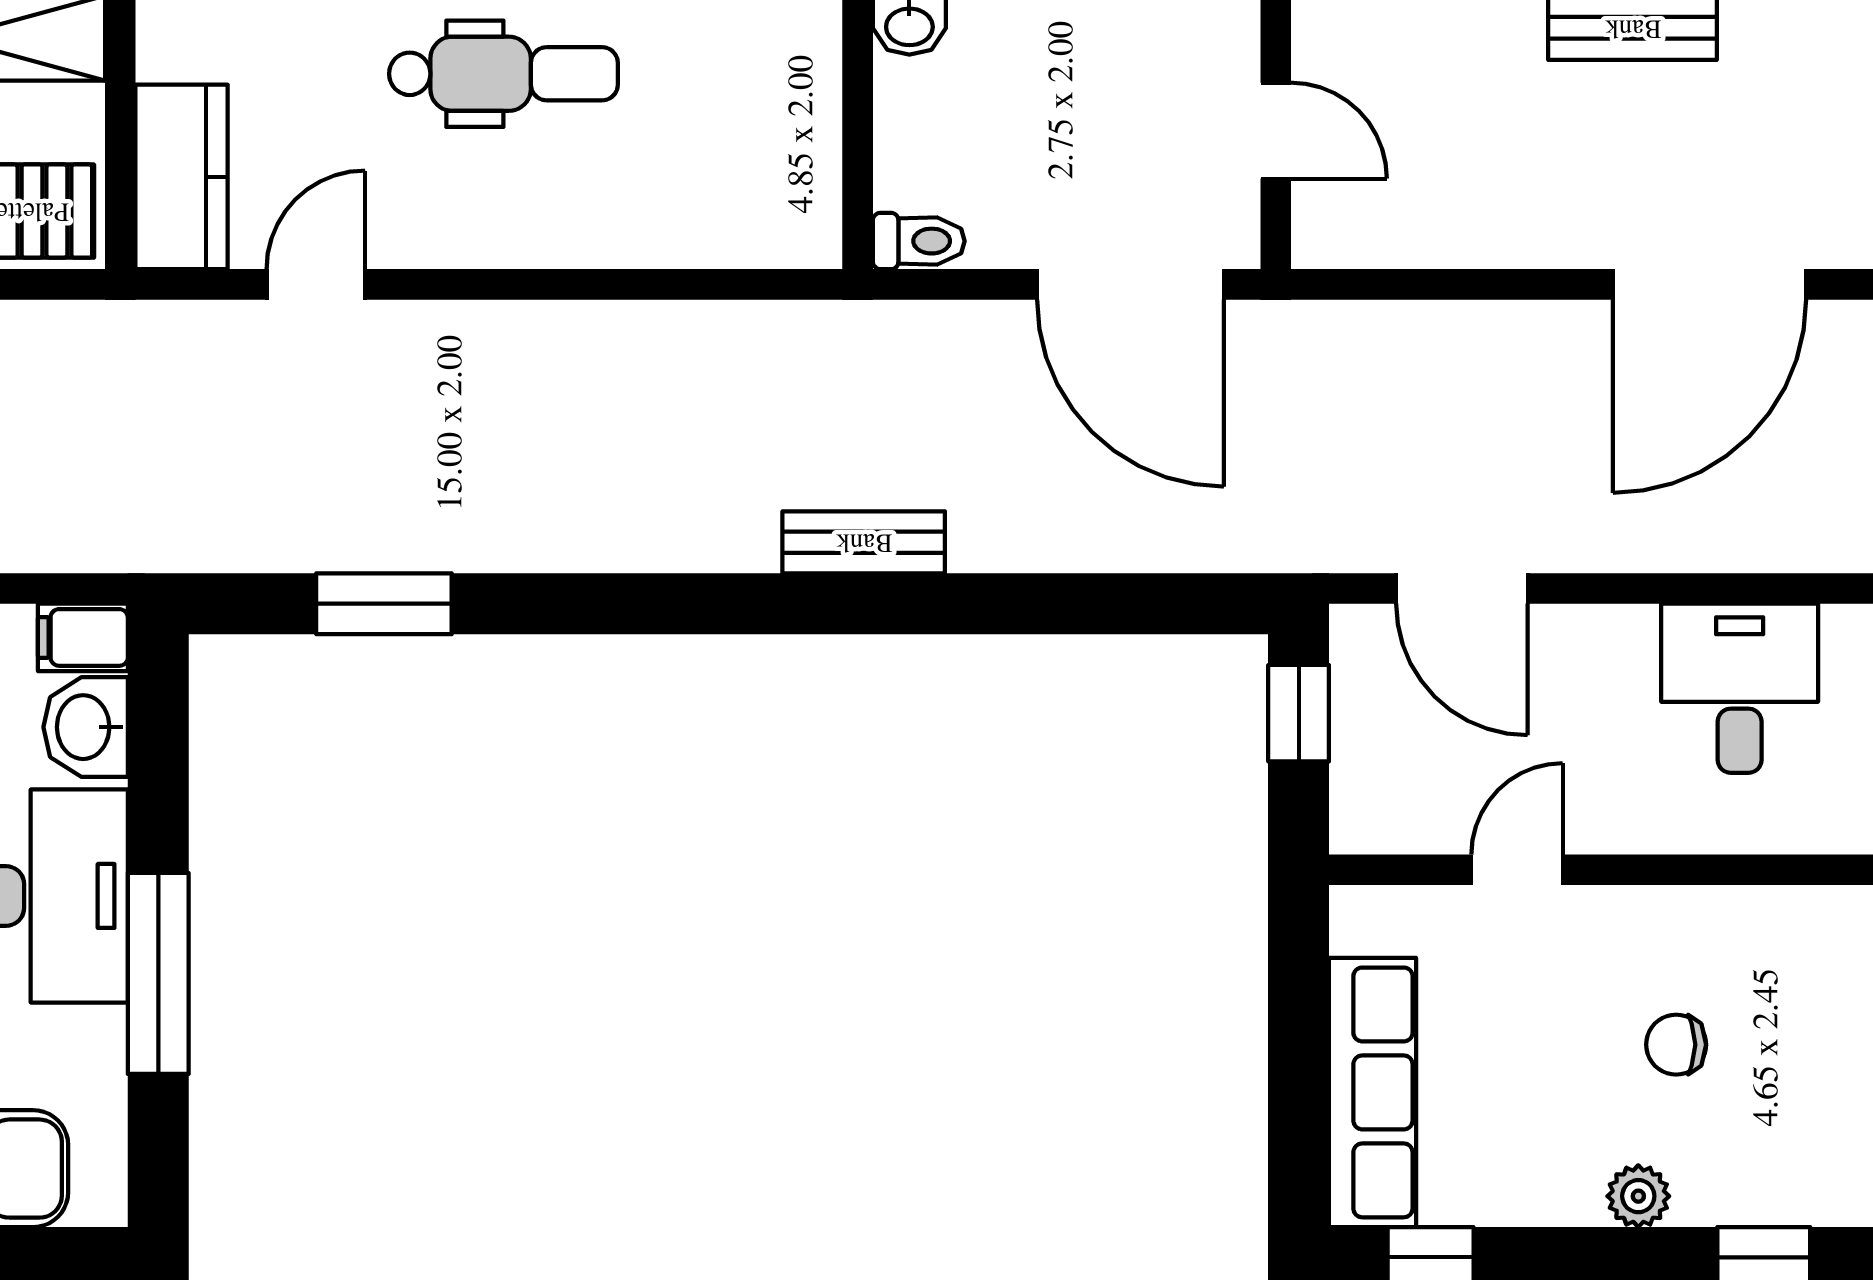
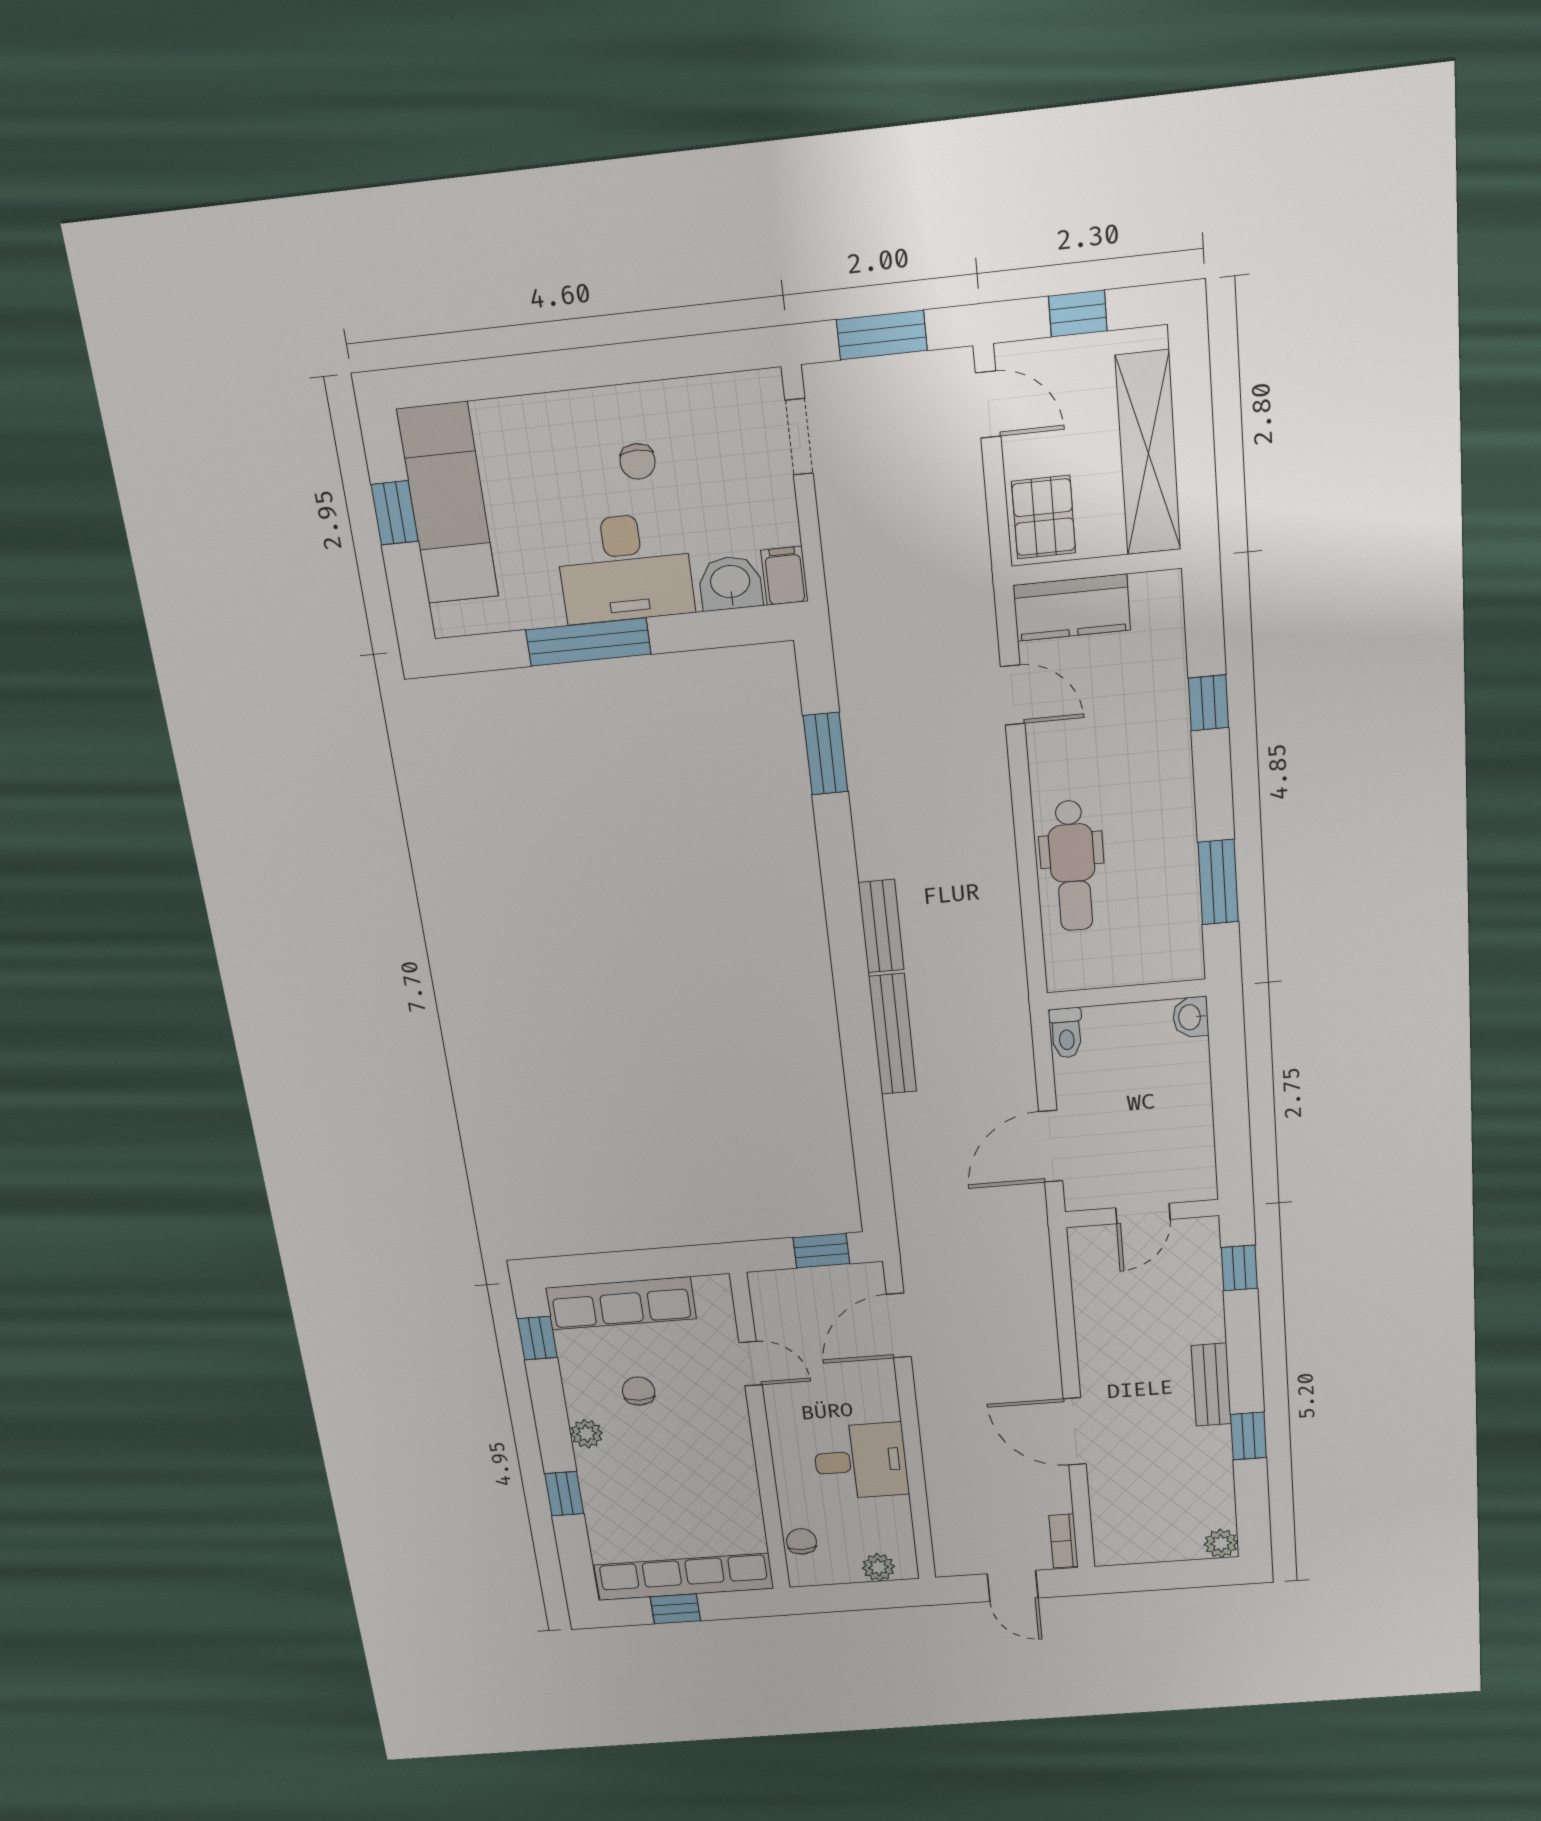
dental chair: (503, 74) -> (1072, 866), moved
door: (1131, 284) -> (1051, 1146), width x0.73
door: (1709, 284) -> (1075, 1431), width x0.73
bench: (694, 542) -> (881, 926), added
bench: (864, 542) -> (893, 1034), width x1.36
chair: (1676, 1045) -> (639, 1391), moved

